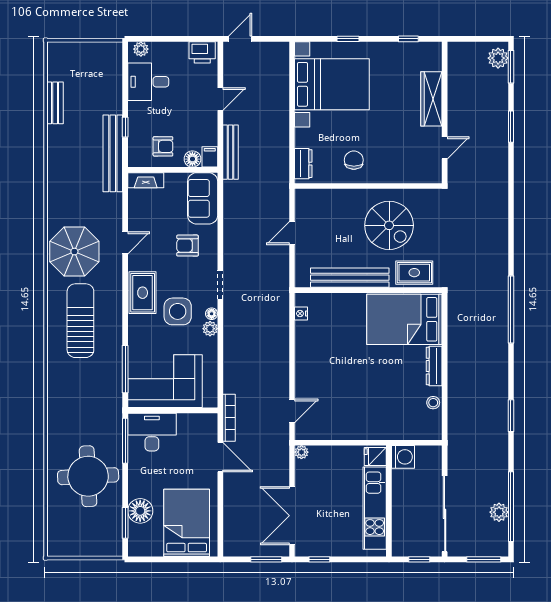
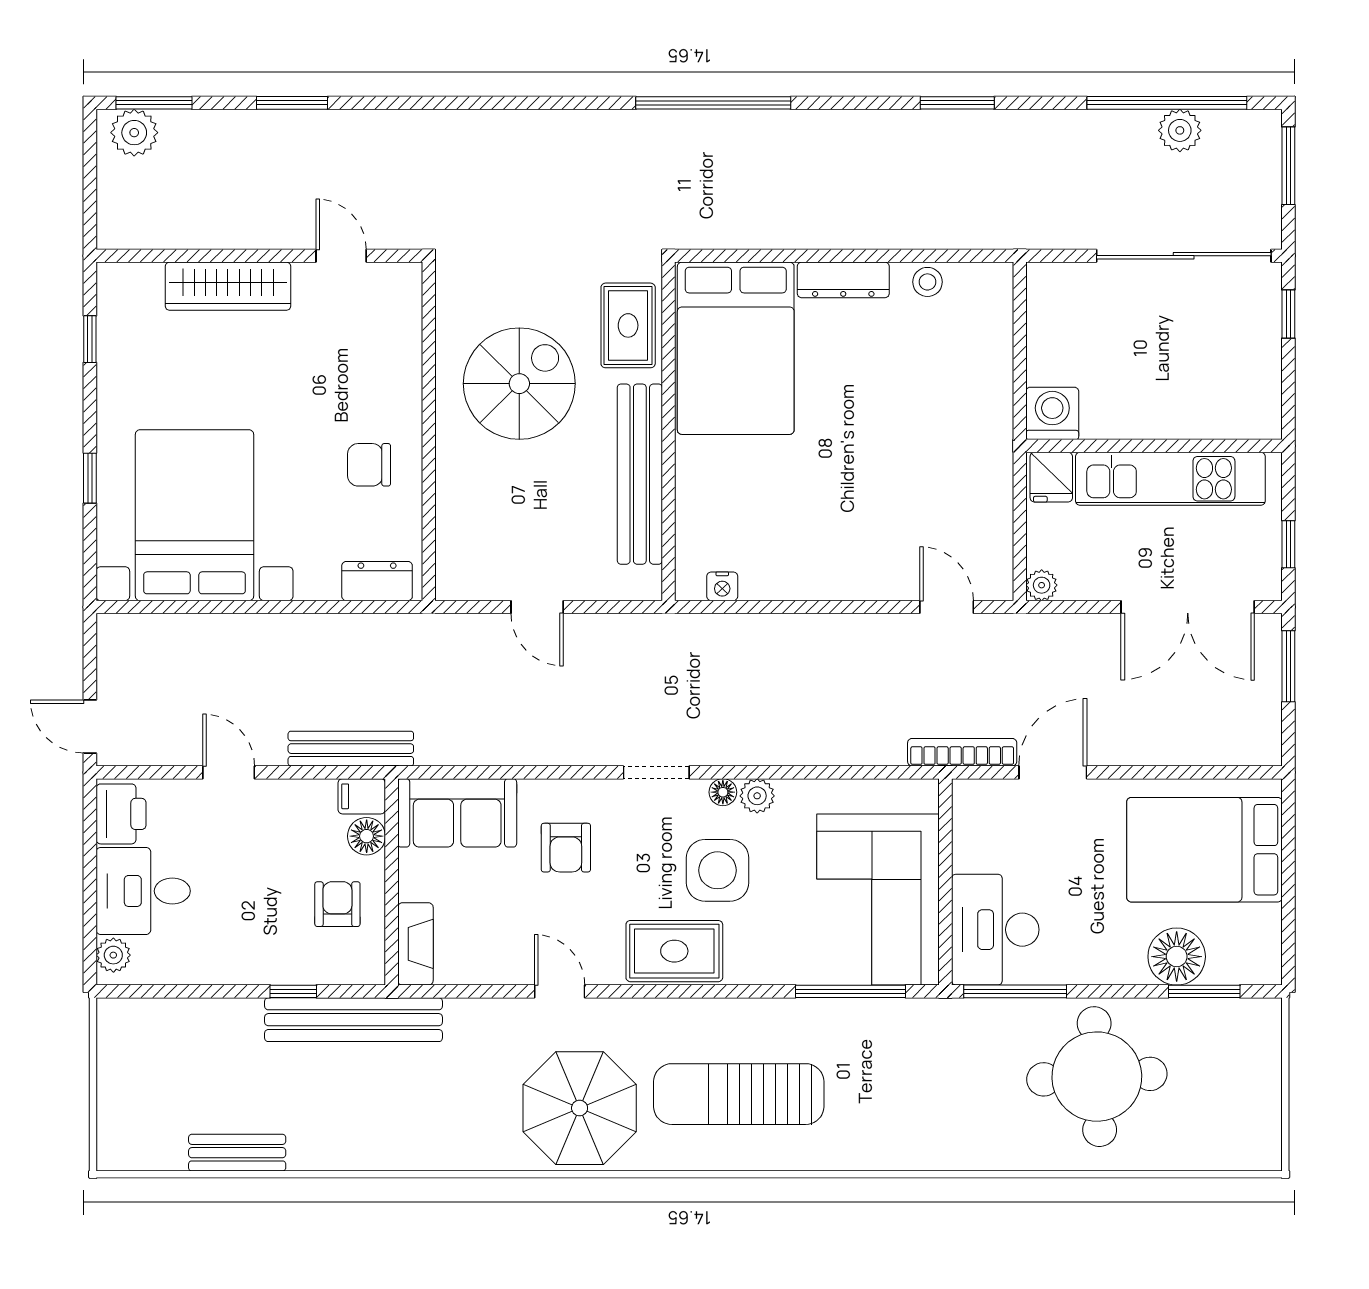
desk: (148, 82) -> (143, 891), moved, turned 90
fridge: (375, 456) -> (1051, 477), moved
washing machine: (403, 457) -> (1052, 413), moved
wall: (389, 501) -> (1154, 446), moved
kitchen unit: (375, 508) -> (1170, 479), moved

